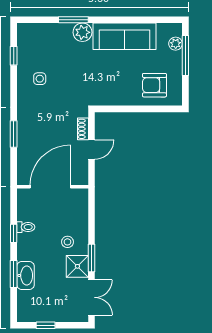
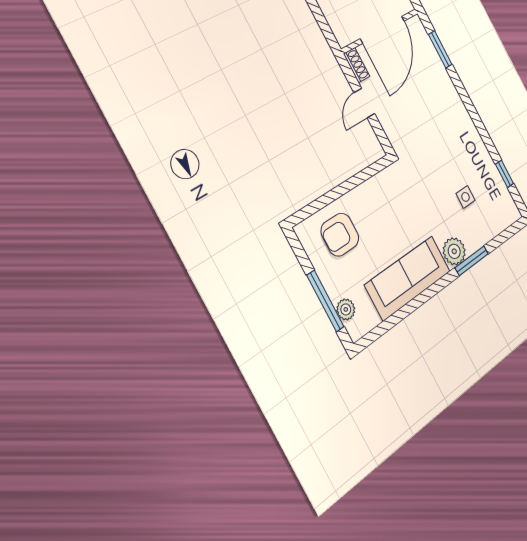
side table: (40, 79) -> (465, 197), moved
armchair: (154, 85) -> (340, 235), turned 180
shoe rack: (83, 129) -> (357, 65), moved
window: (14, 134) -> (440, 49), moved

